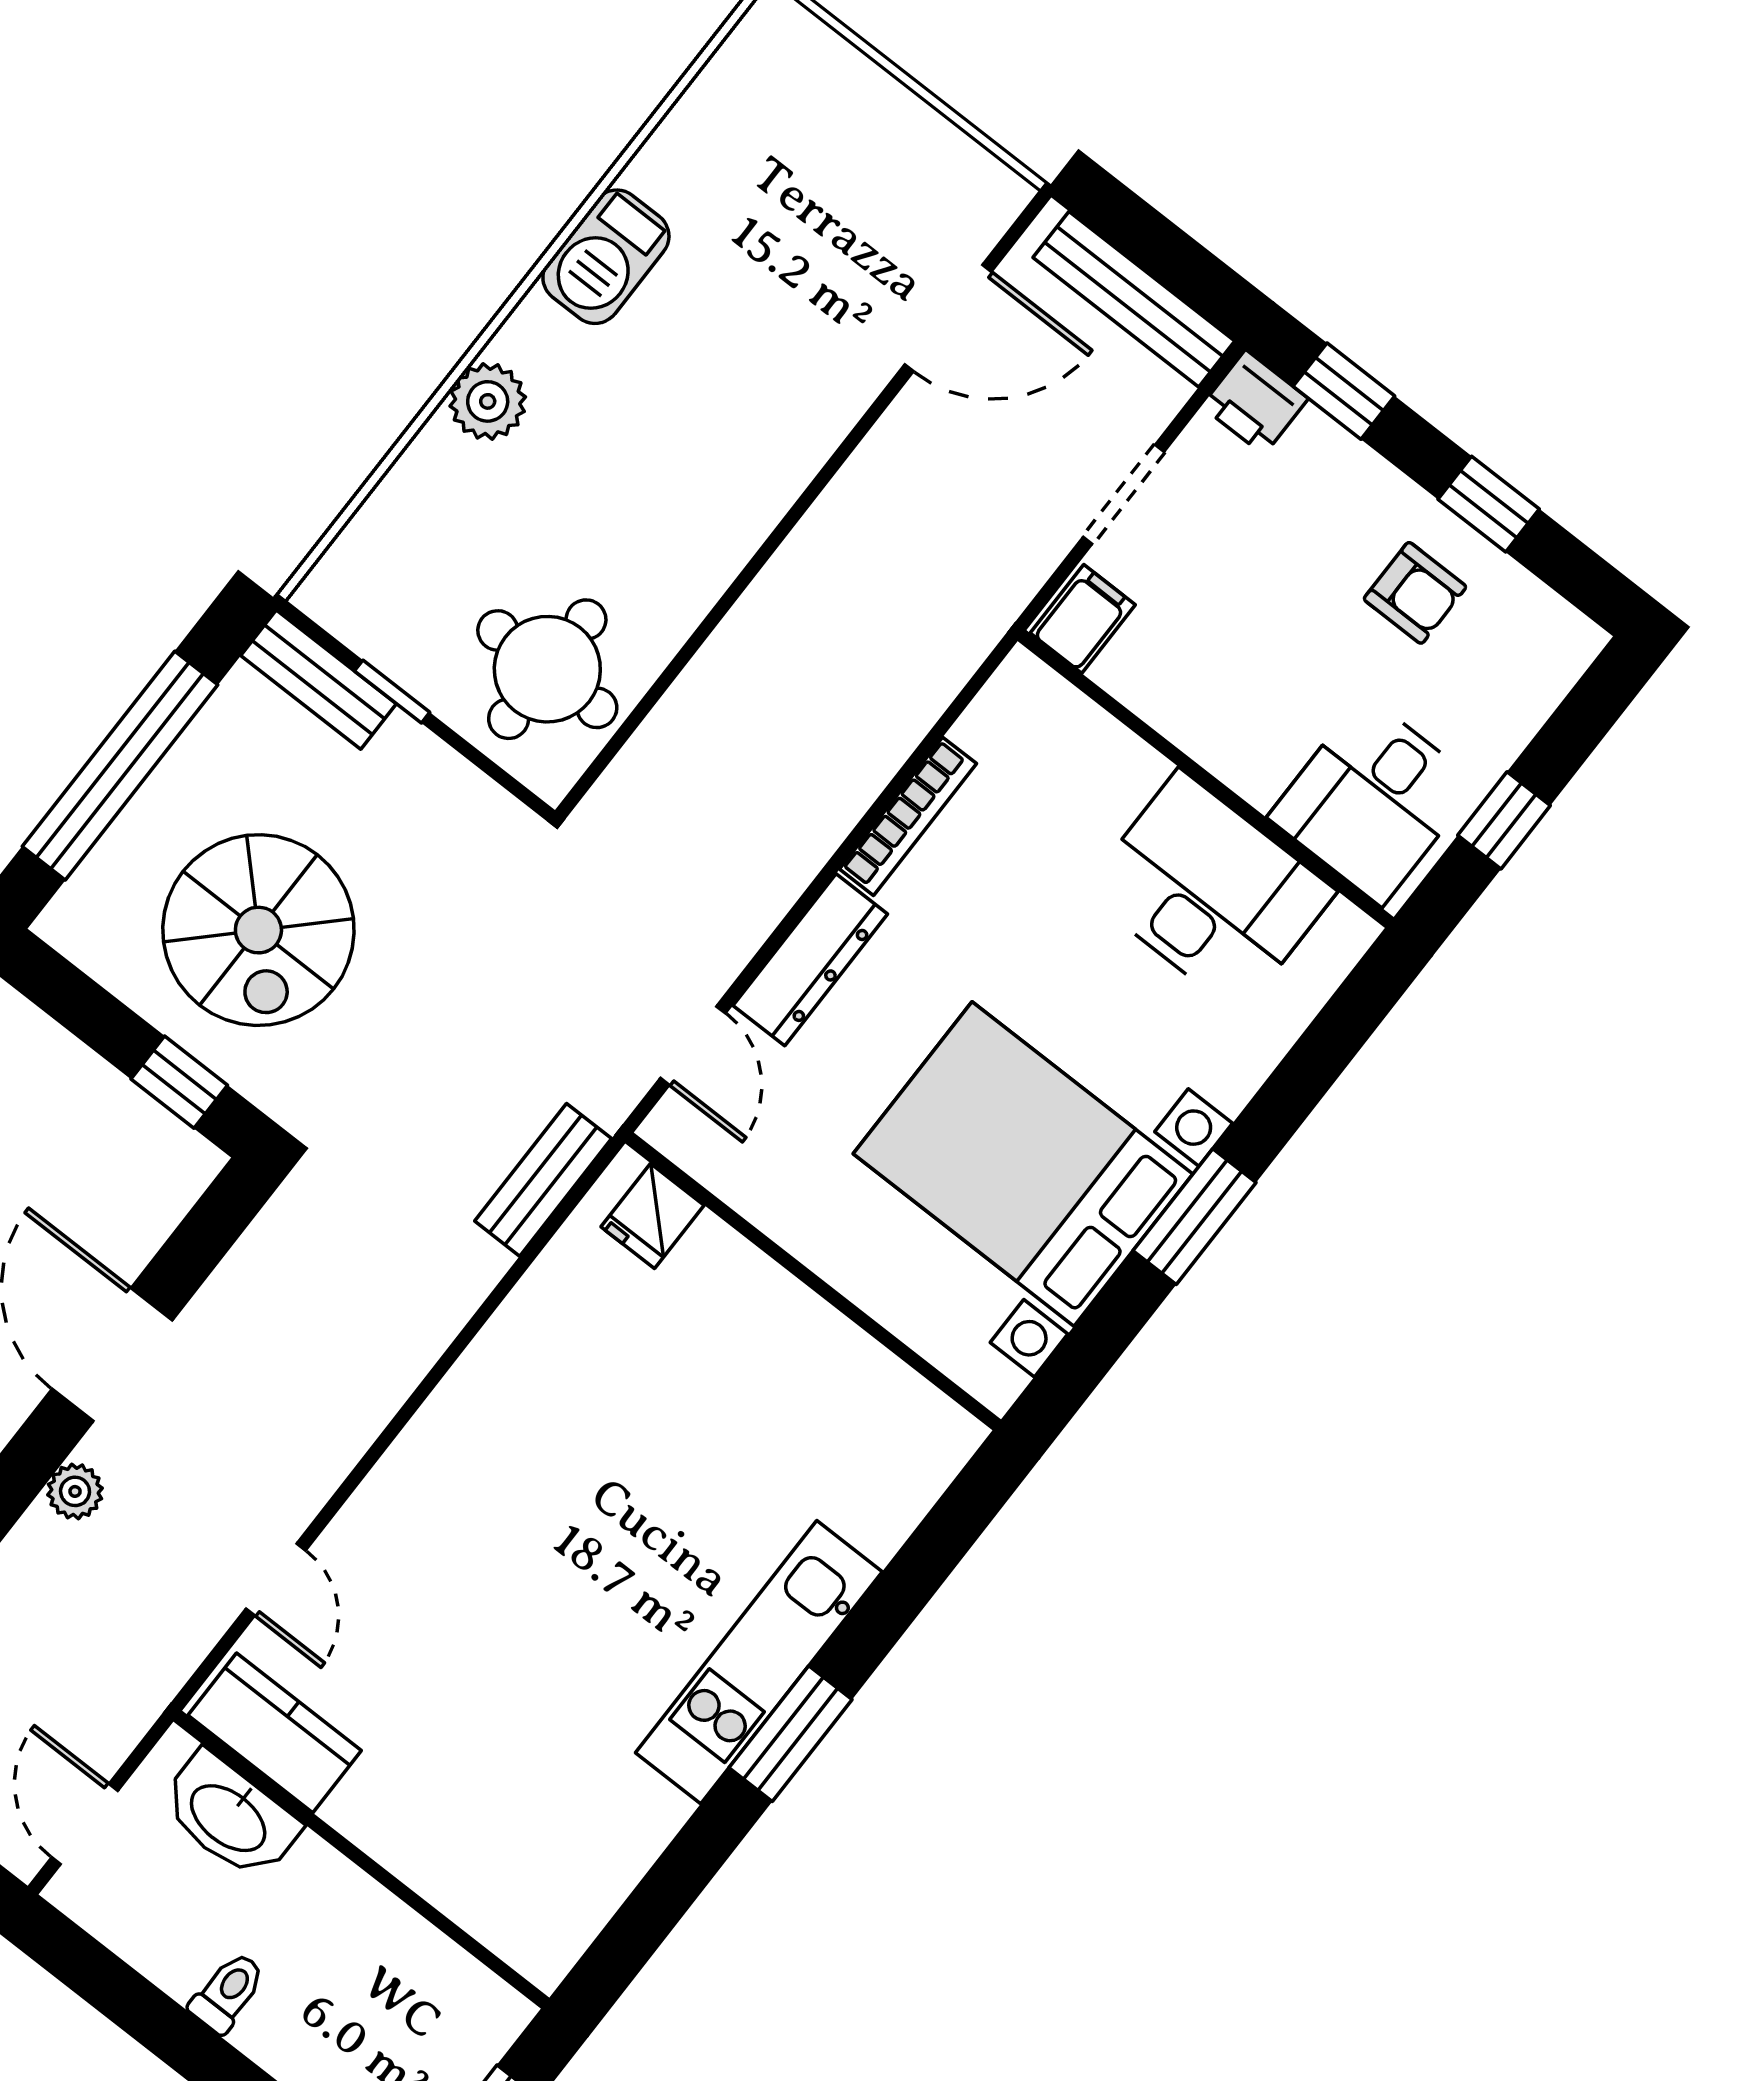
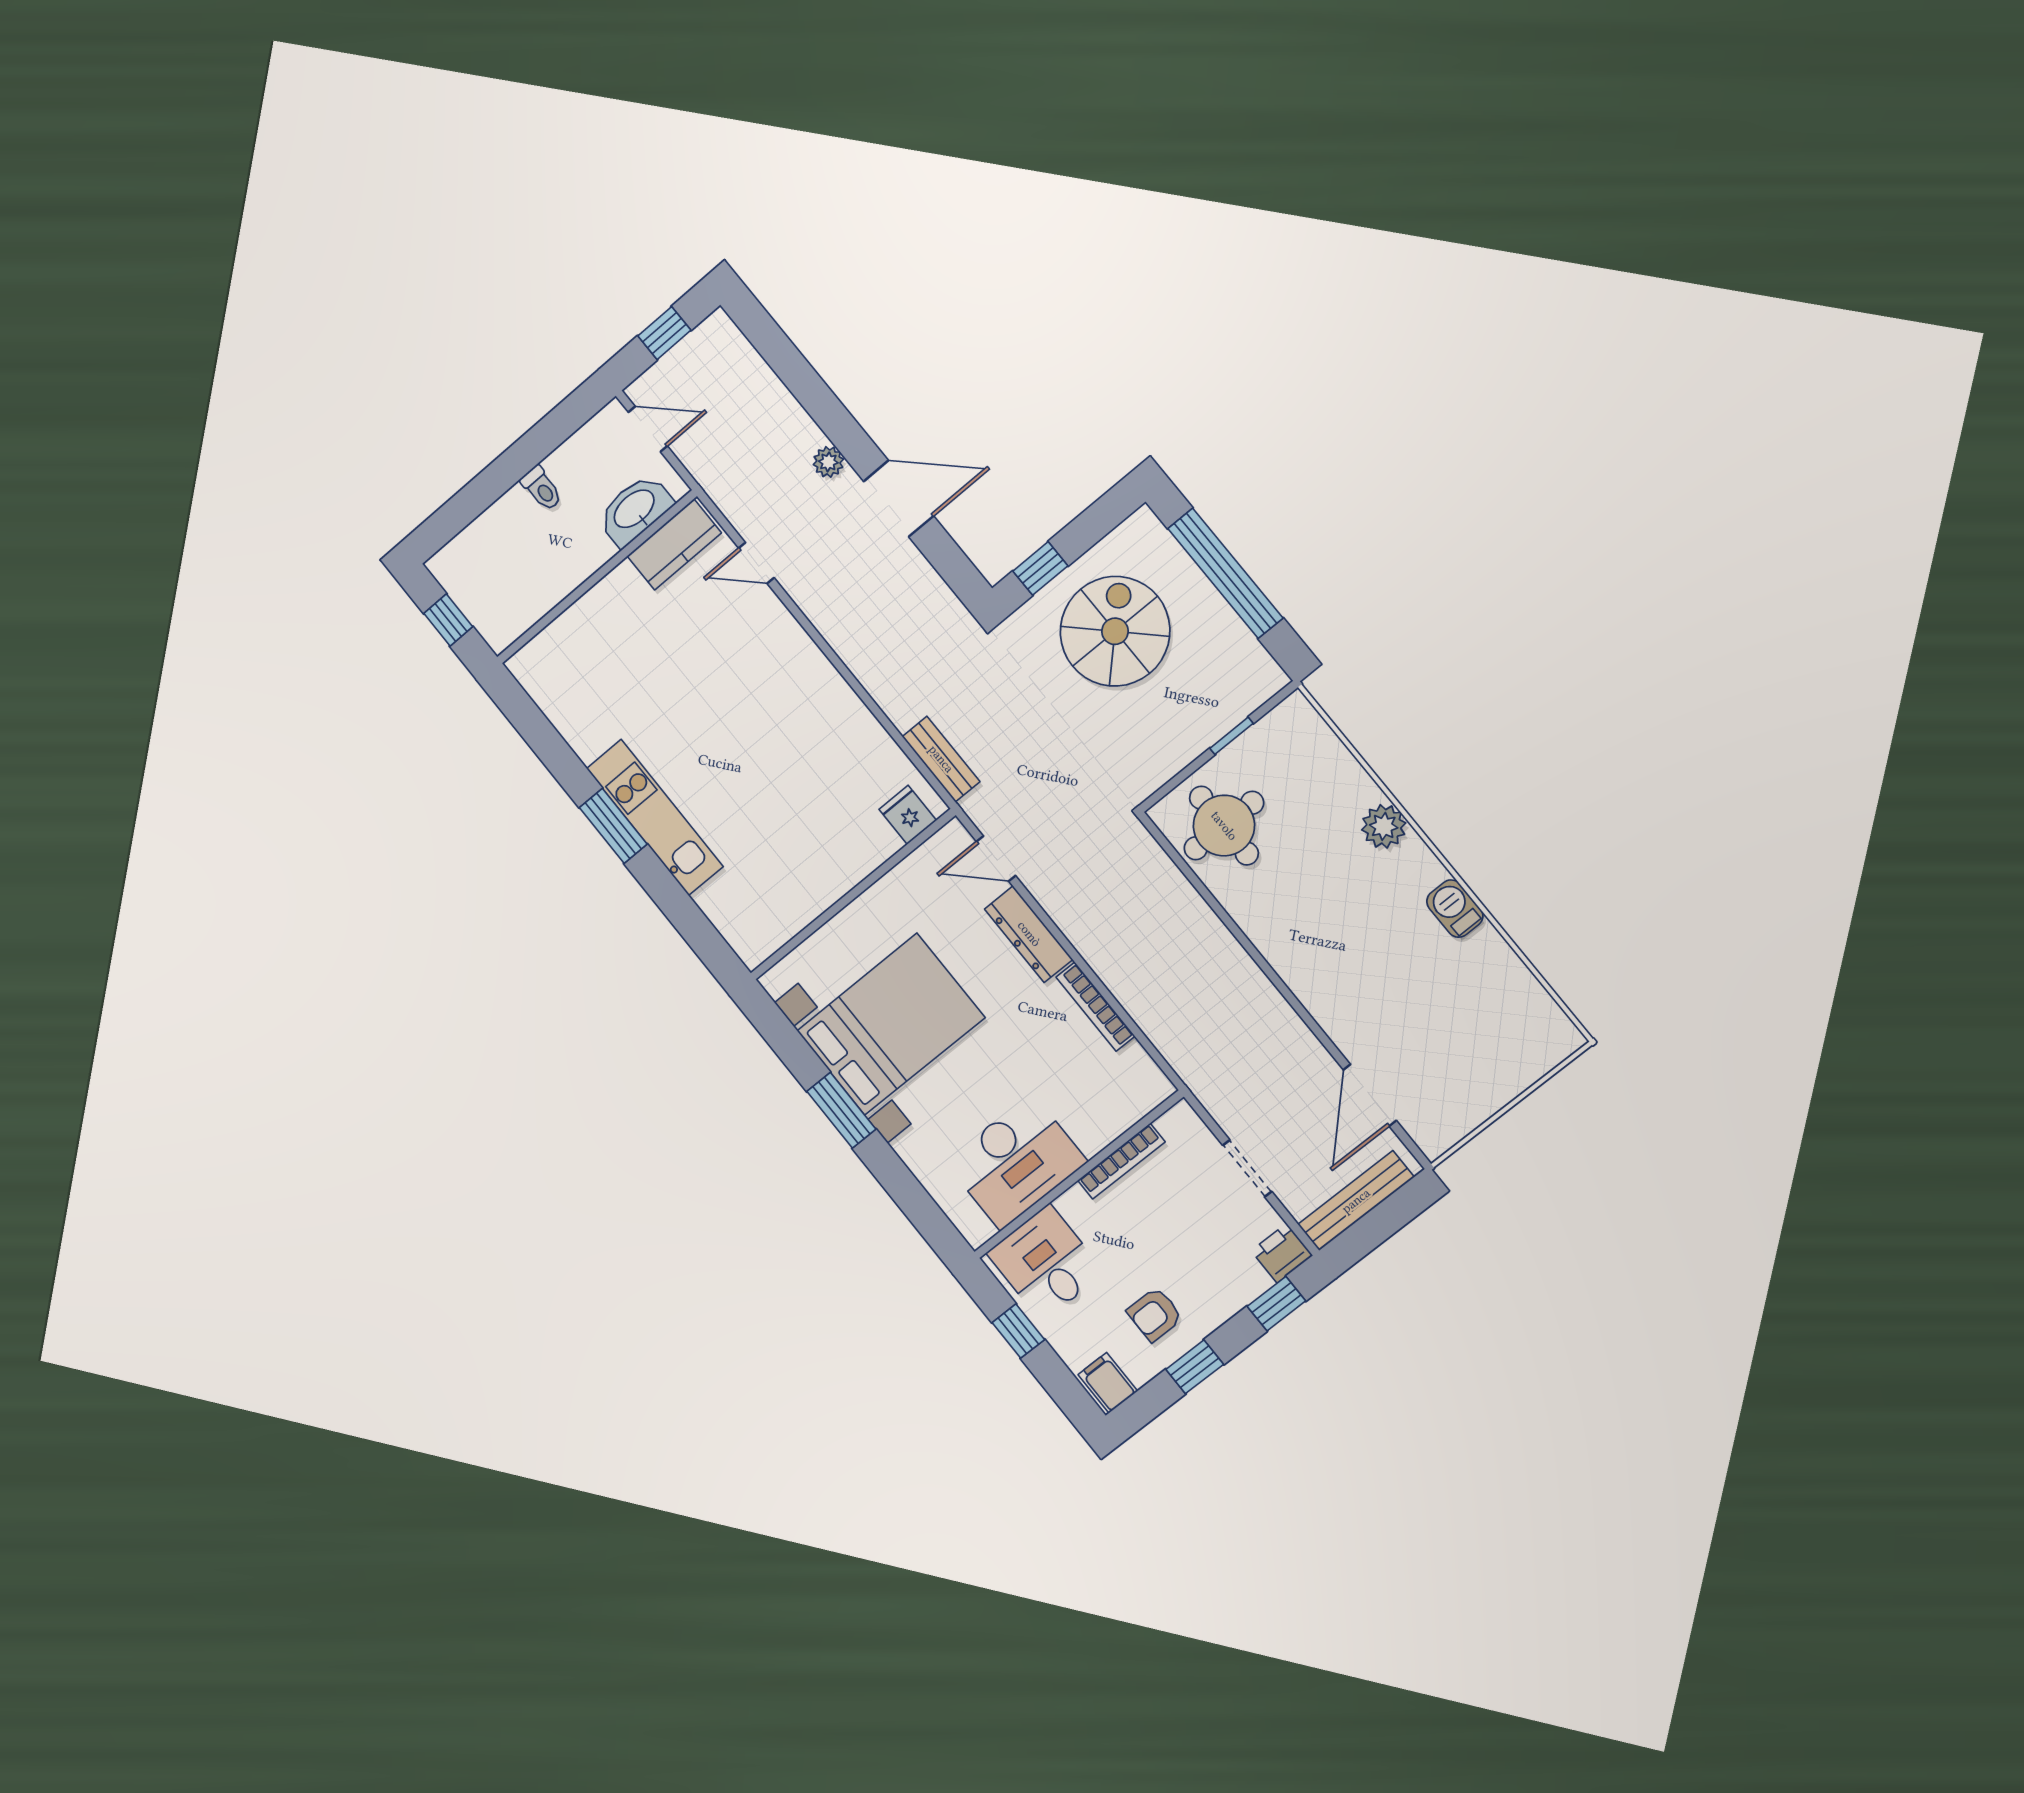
barbecue: (606, 257) -> (1455, 909), width x0.73, depth x0.79
filing cabinet: (1083, 619) -> (1108, 1383), moved, turned 180
bench: (318, 680) -> (1248, 696), removed
bookcase: (1164, 711) -> (1121, 1161), added
spiral stairs: (258, 930) -> (1115, 631), turned 90

